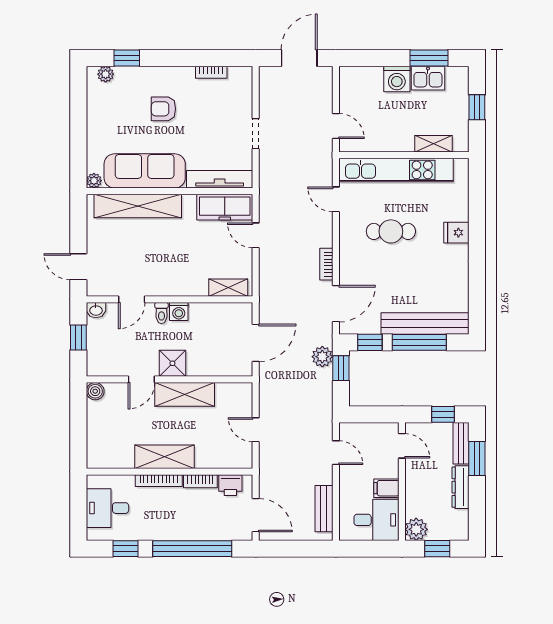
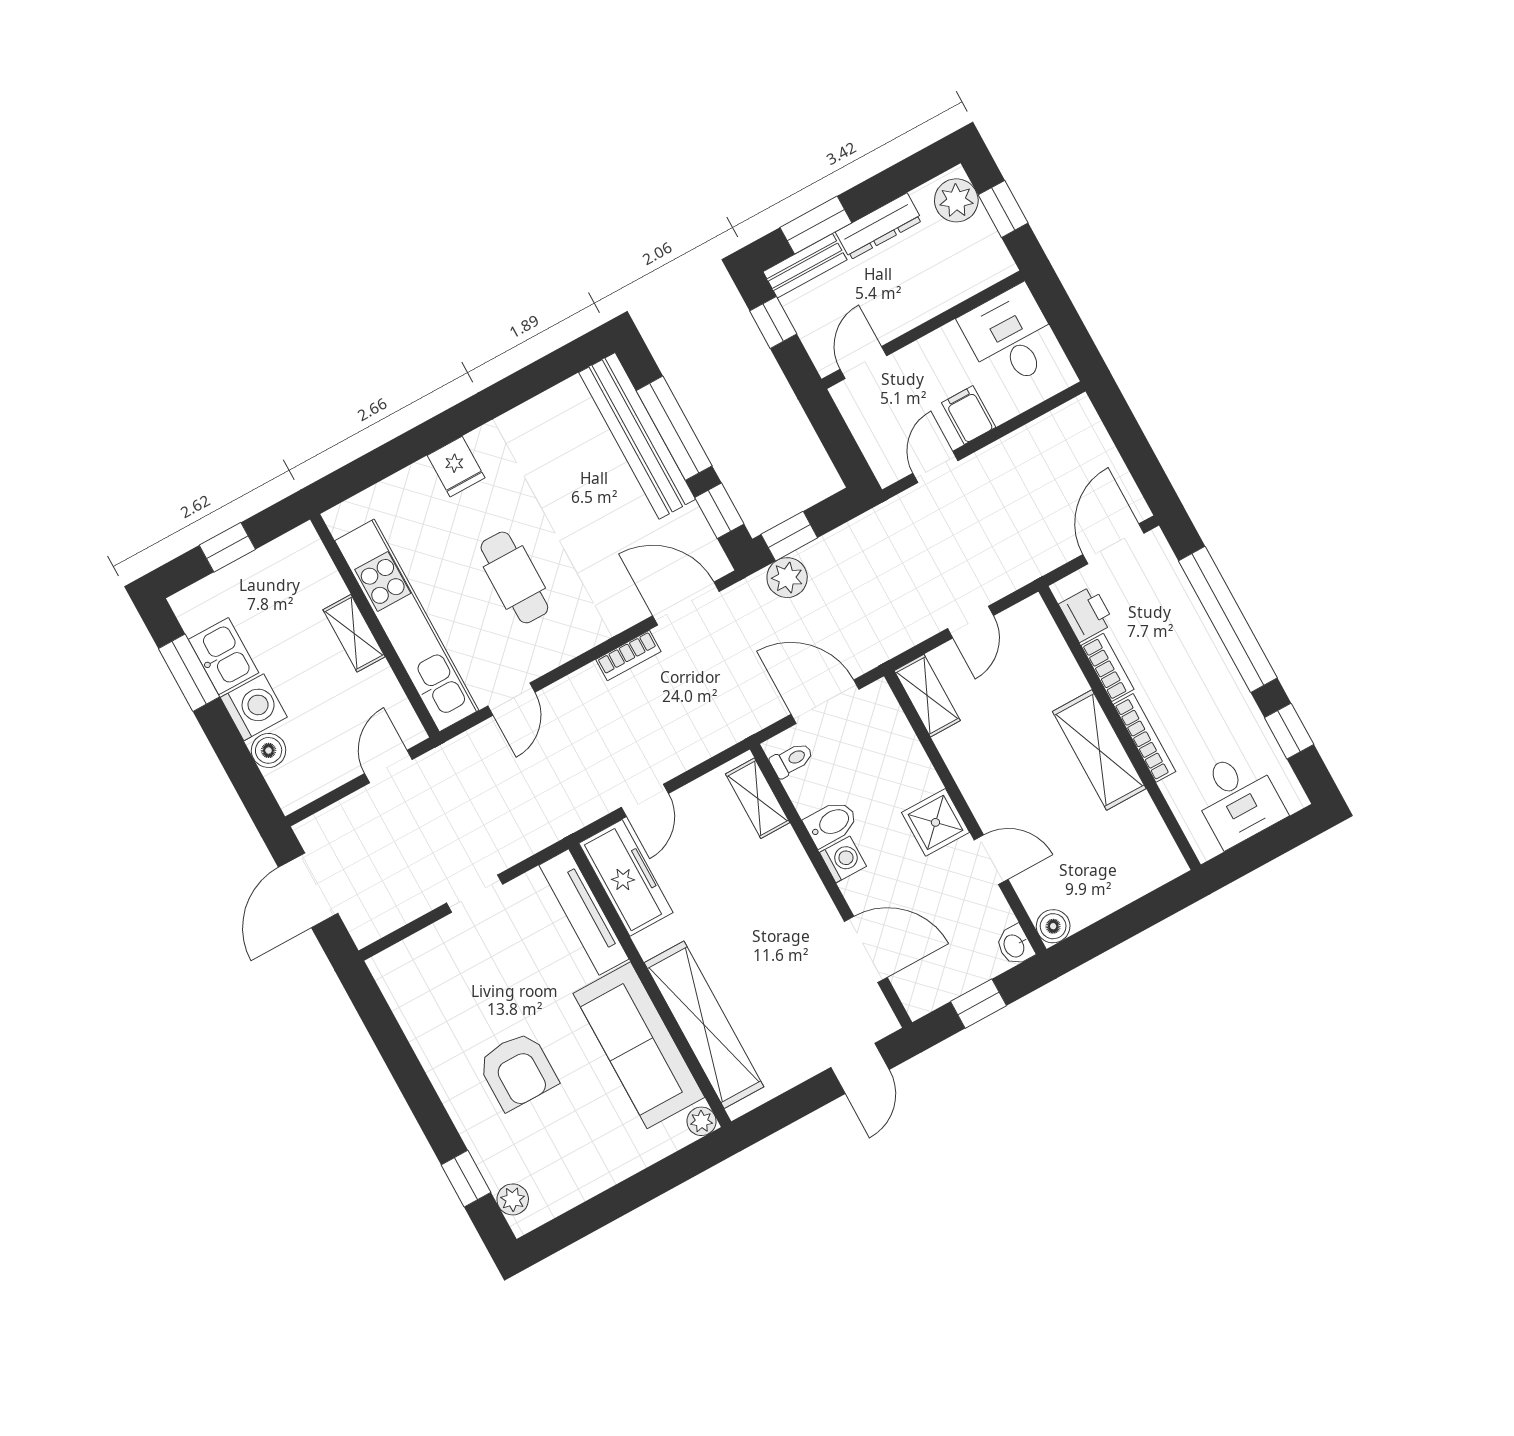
door: (299, 58) -> (308, 890), hinge flipped
bookcase: (211, 72) -> (413, 1024), removed
boiler: (373, 75) -> (269, 750), added
armchair: (163, 109) -> (518, 1071), width x1.38, depth x1.38
shelving: (434, 144) -> (354, 633), moved
door: (132, 299) -> (866, 949), width x1.38
washbasin: (96, 310) -> (1015, 945), moved, turned 180
toilet: (161, 313) -> (792, 760), moved
bidet: (198, 315) -> (831, 823), added
shelving: (185, 394) -> (927, 696), moved, width x0.67, depth x0.75
filing cabinet: (386, 488) -> (969, 415), moved, turned 180
bench: (324, 509) -> (1040, 435), removed
plant: (416, 529) -> (956, 200), moved

